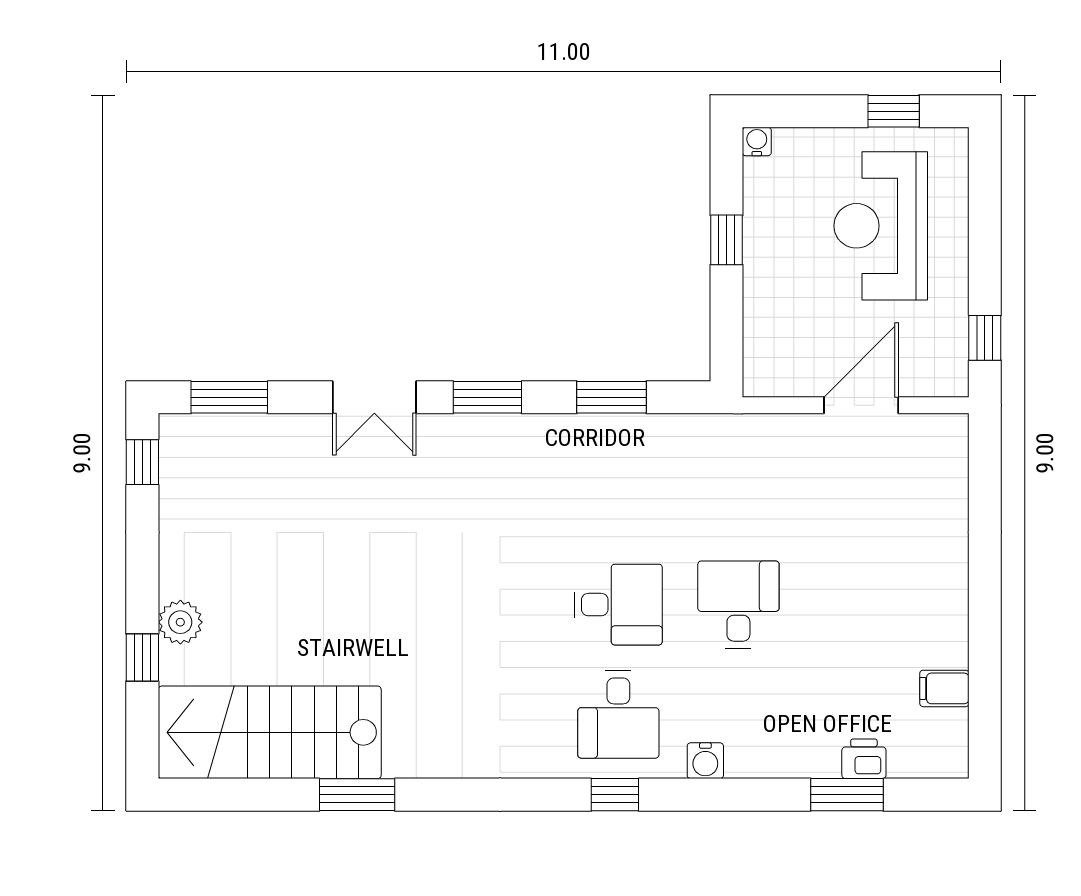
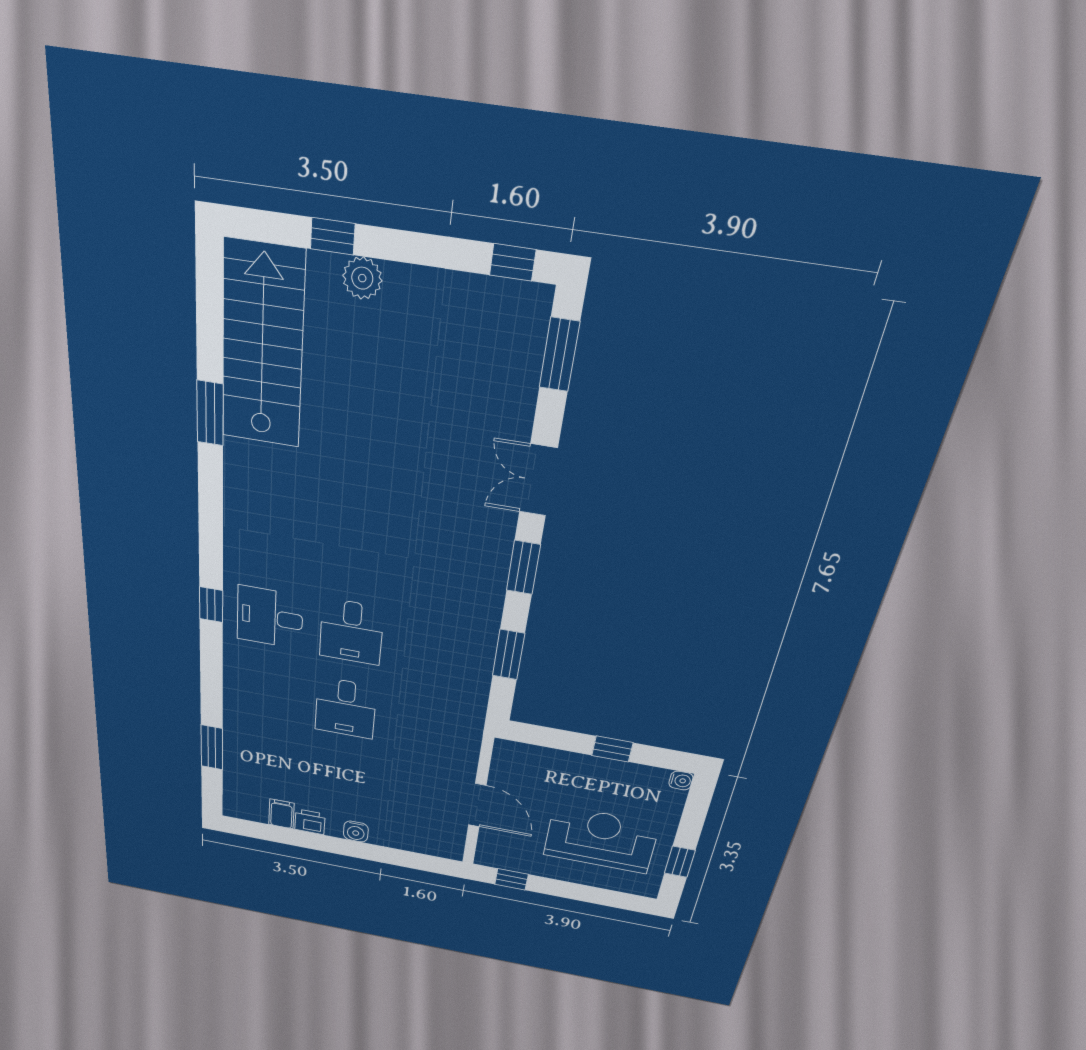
desk: (738, 605) -> (346, 708), turned 90
printer: (864, 759) -> (310, 822), moved, turned -90
water cooler: (705, 761) -> (356, 832), moved, turned -90

